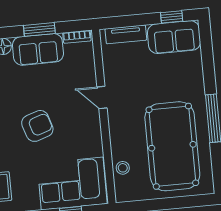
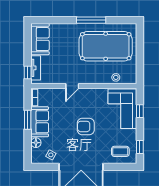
window: (172, 17) -> (28, 73), moved
armchair: (37, 126) -> (86, 126), turned -72

